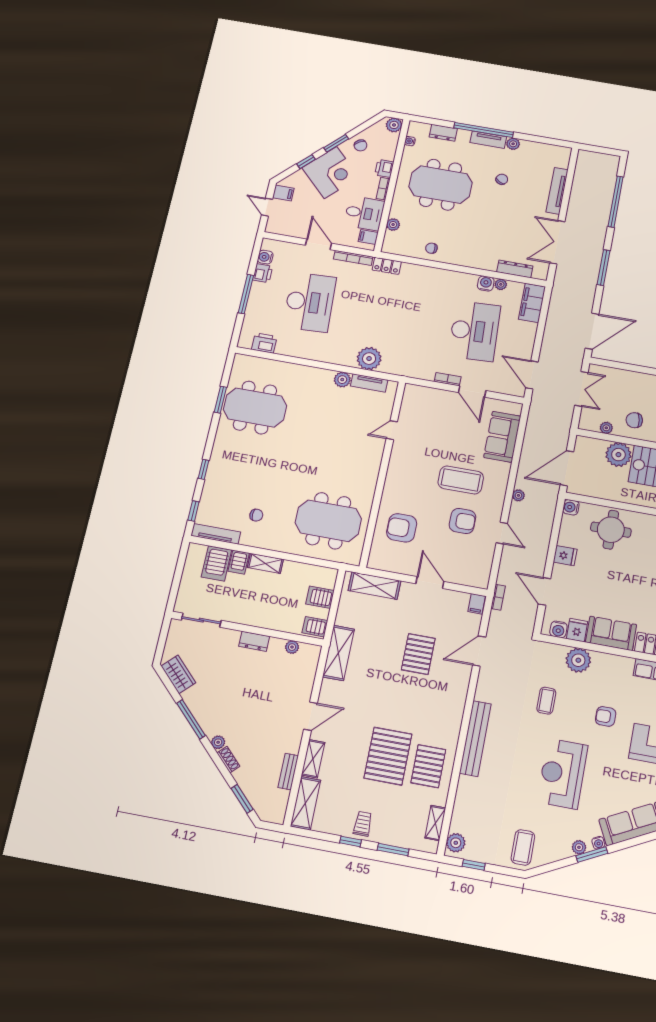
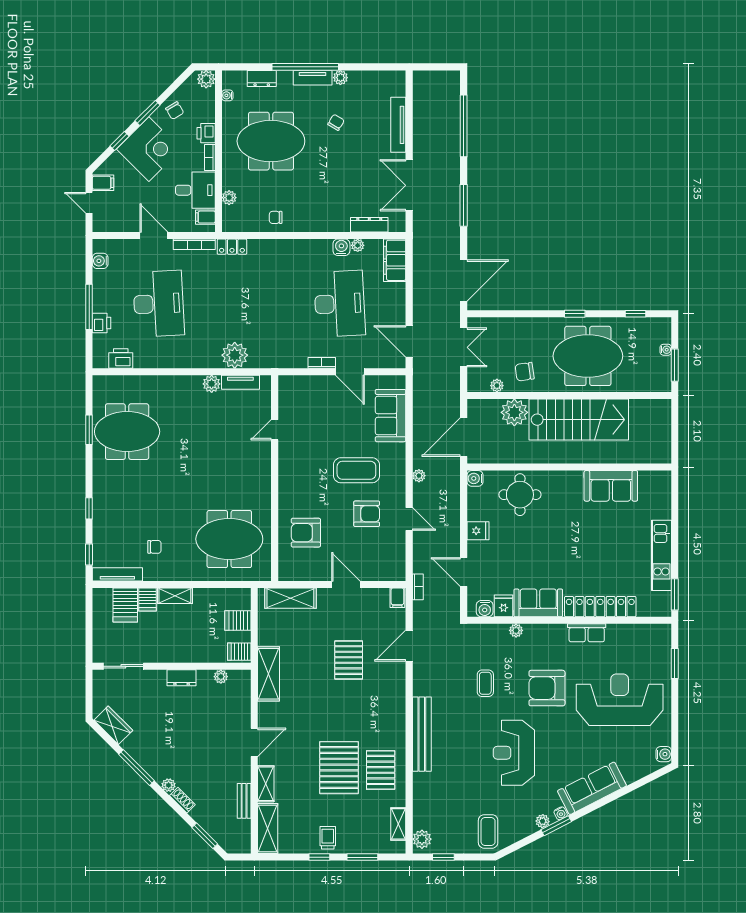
printer: (263, 273) -> (101, 323), moved
plant: (578, 660) -> (516, 630), width x0.53, depth x0.53
armchair: (606, 716) -> (547, 688), width x1.88, depth x1.88

